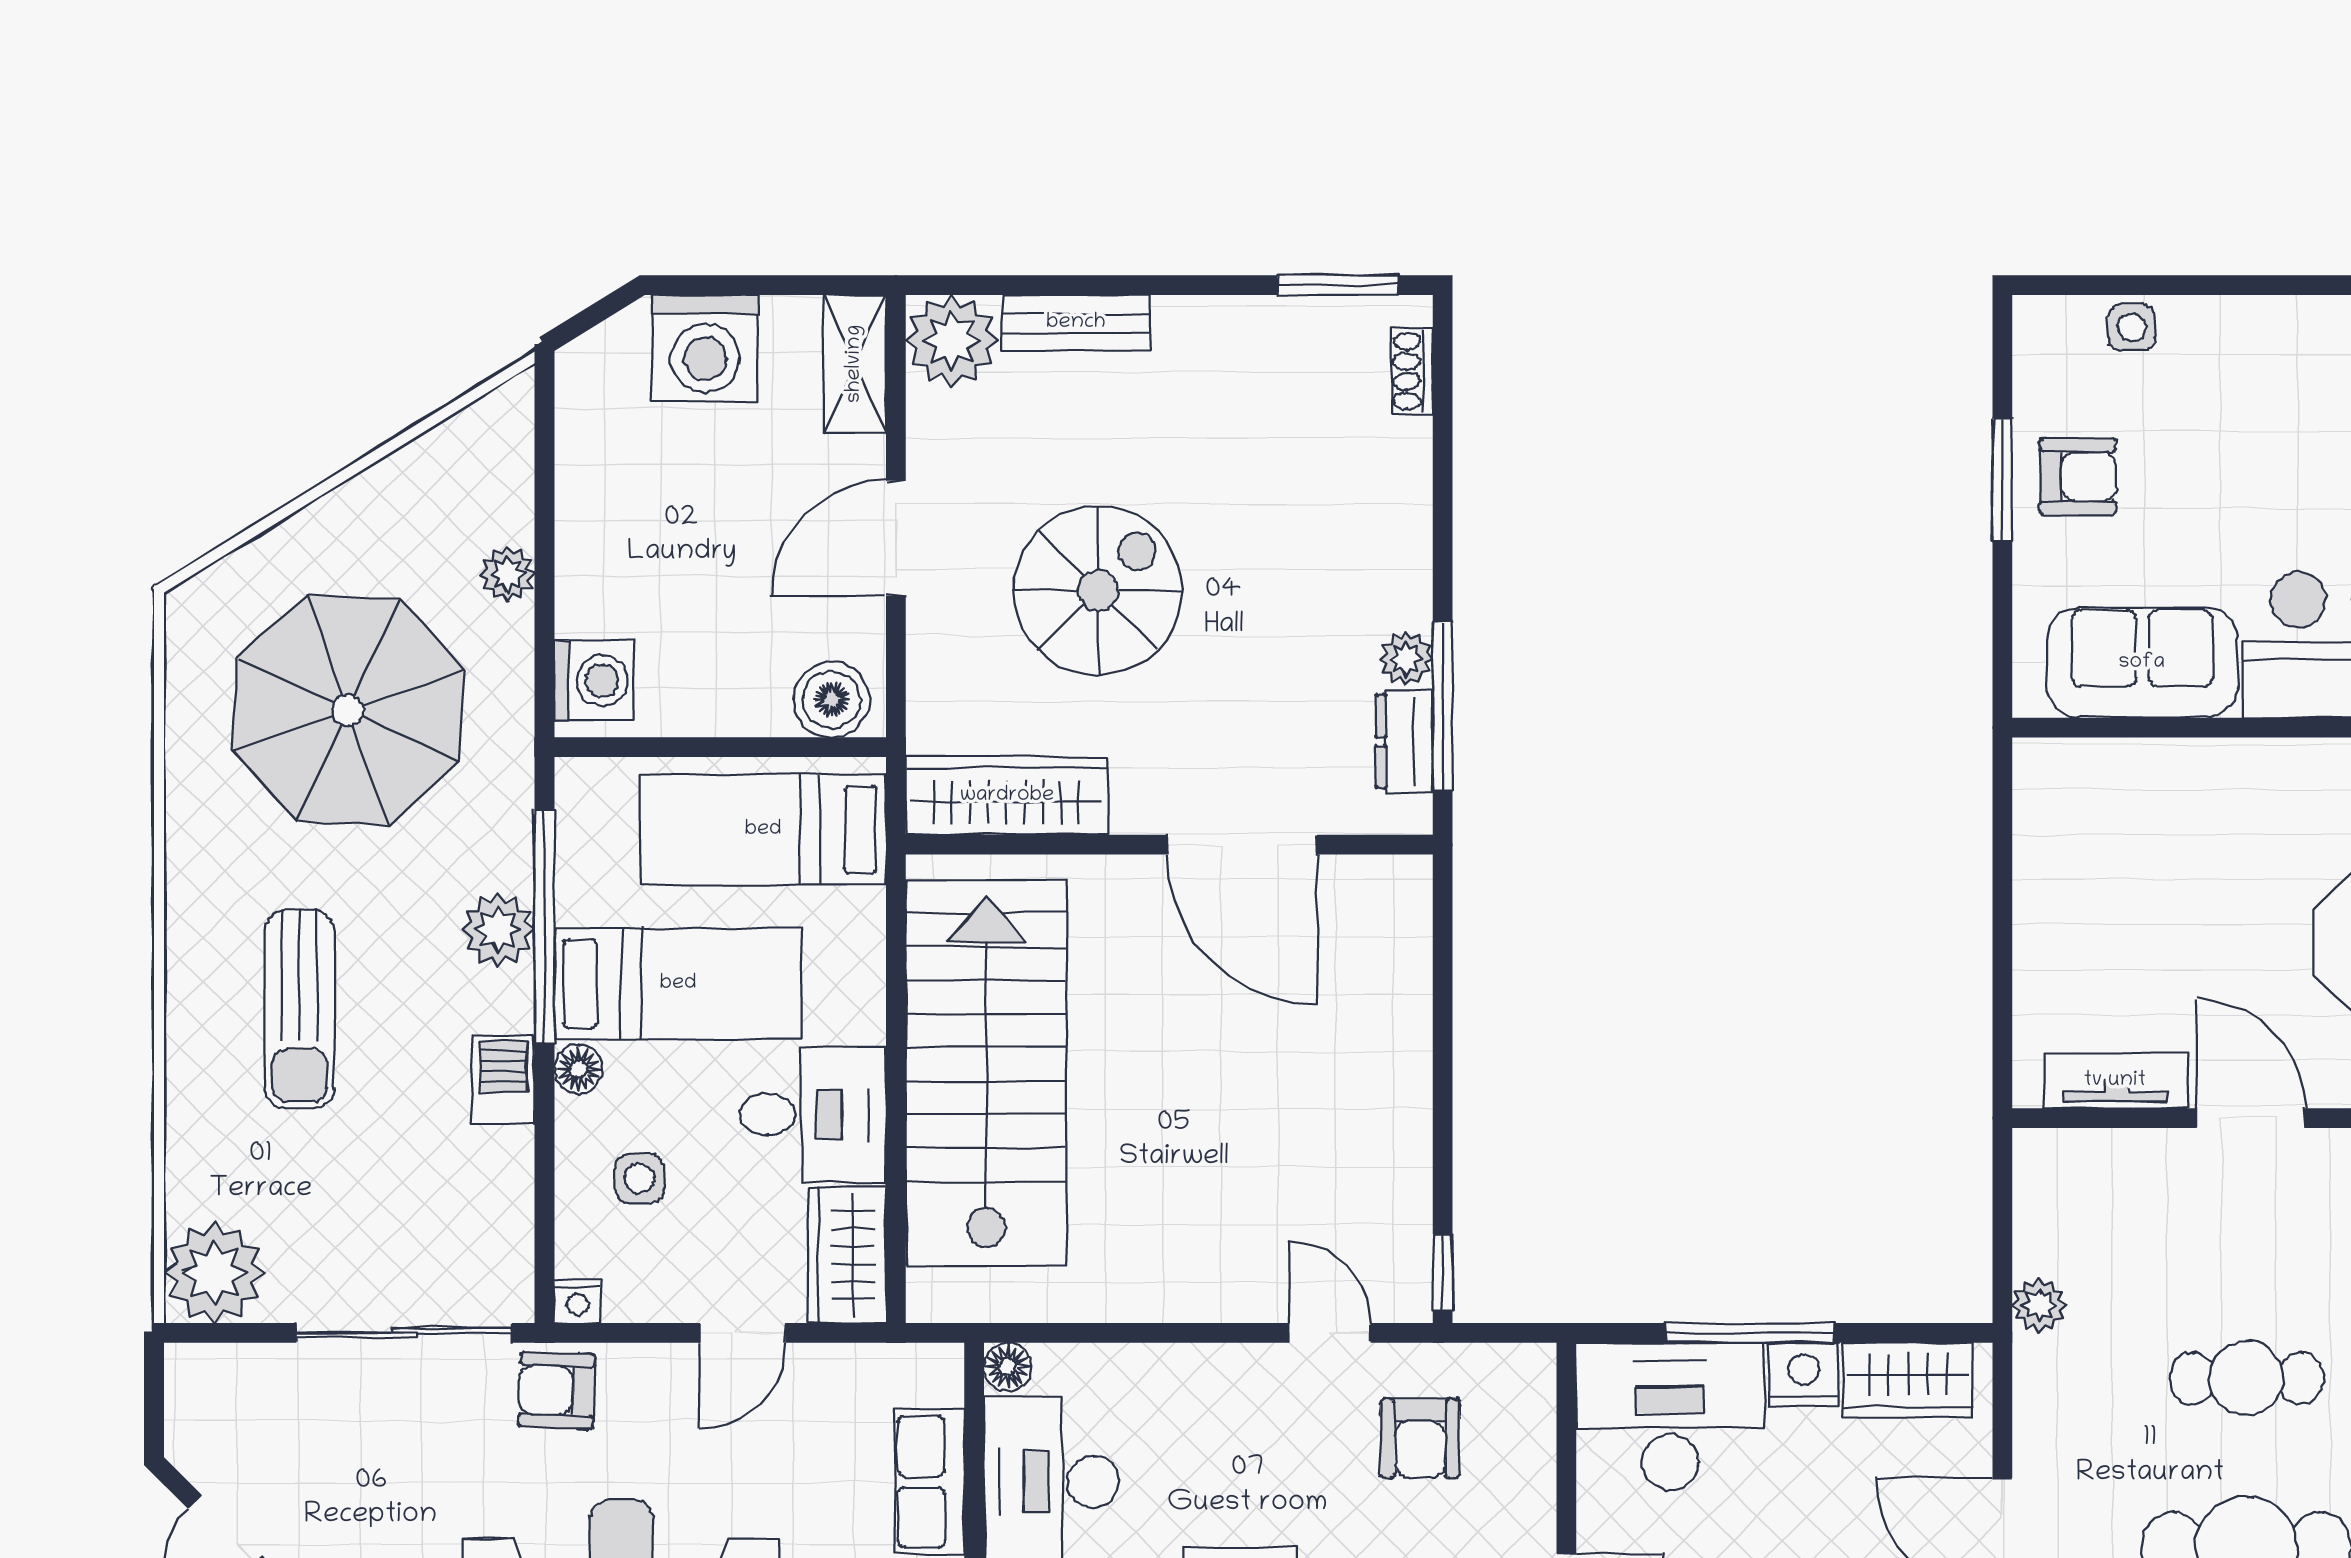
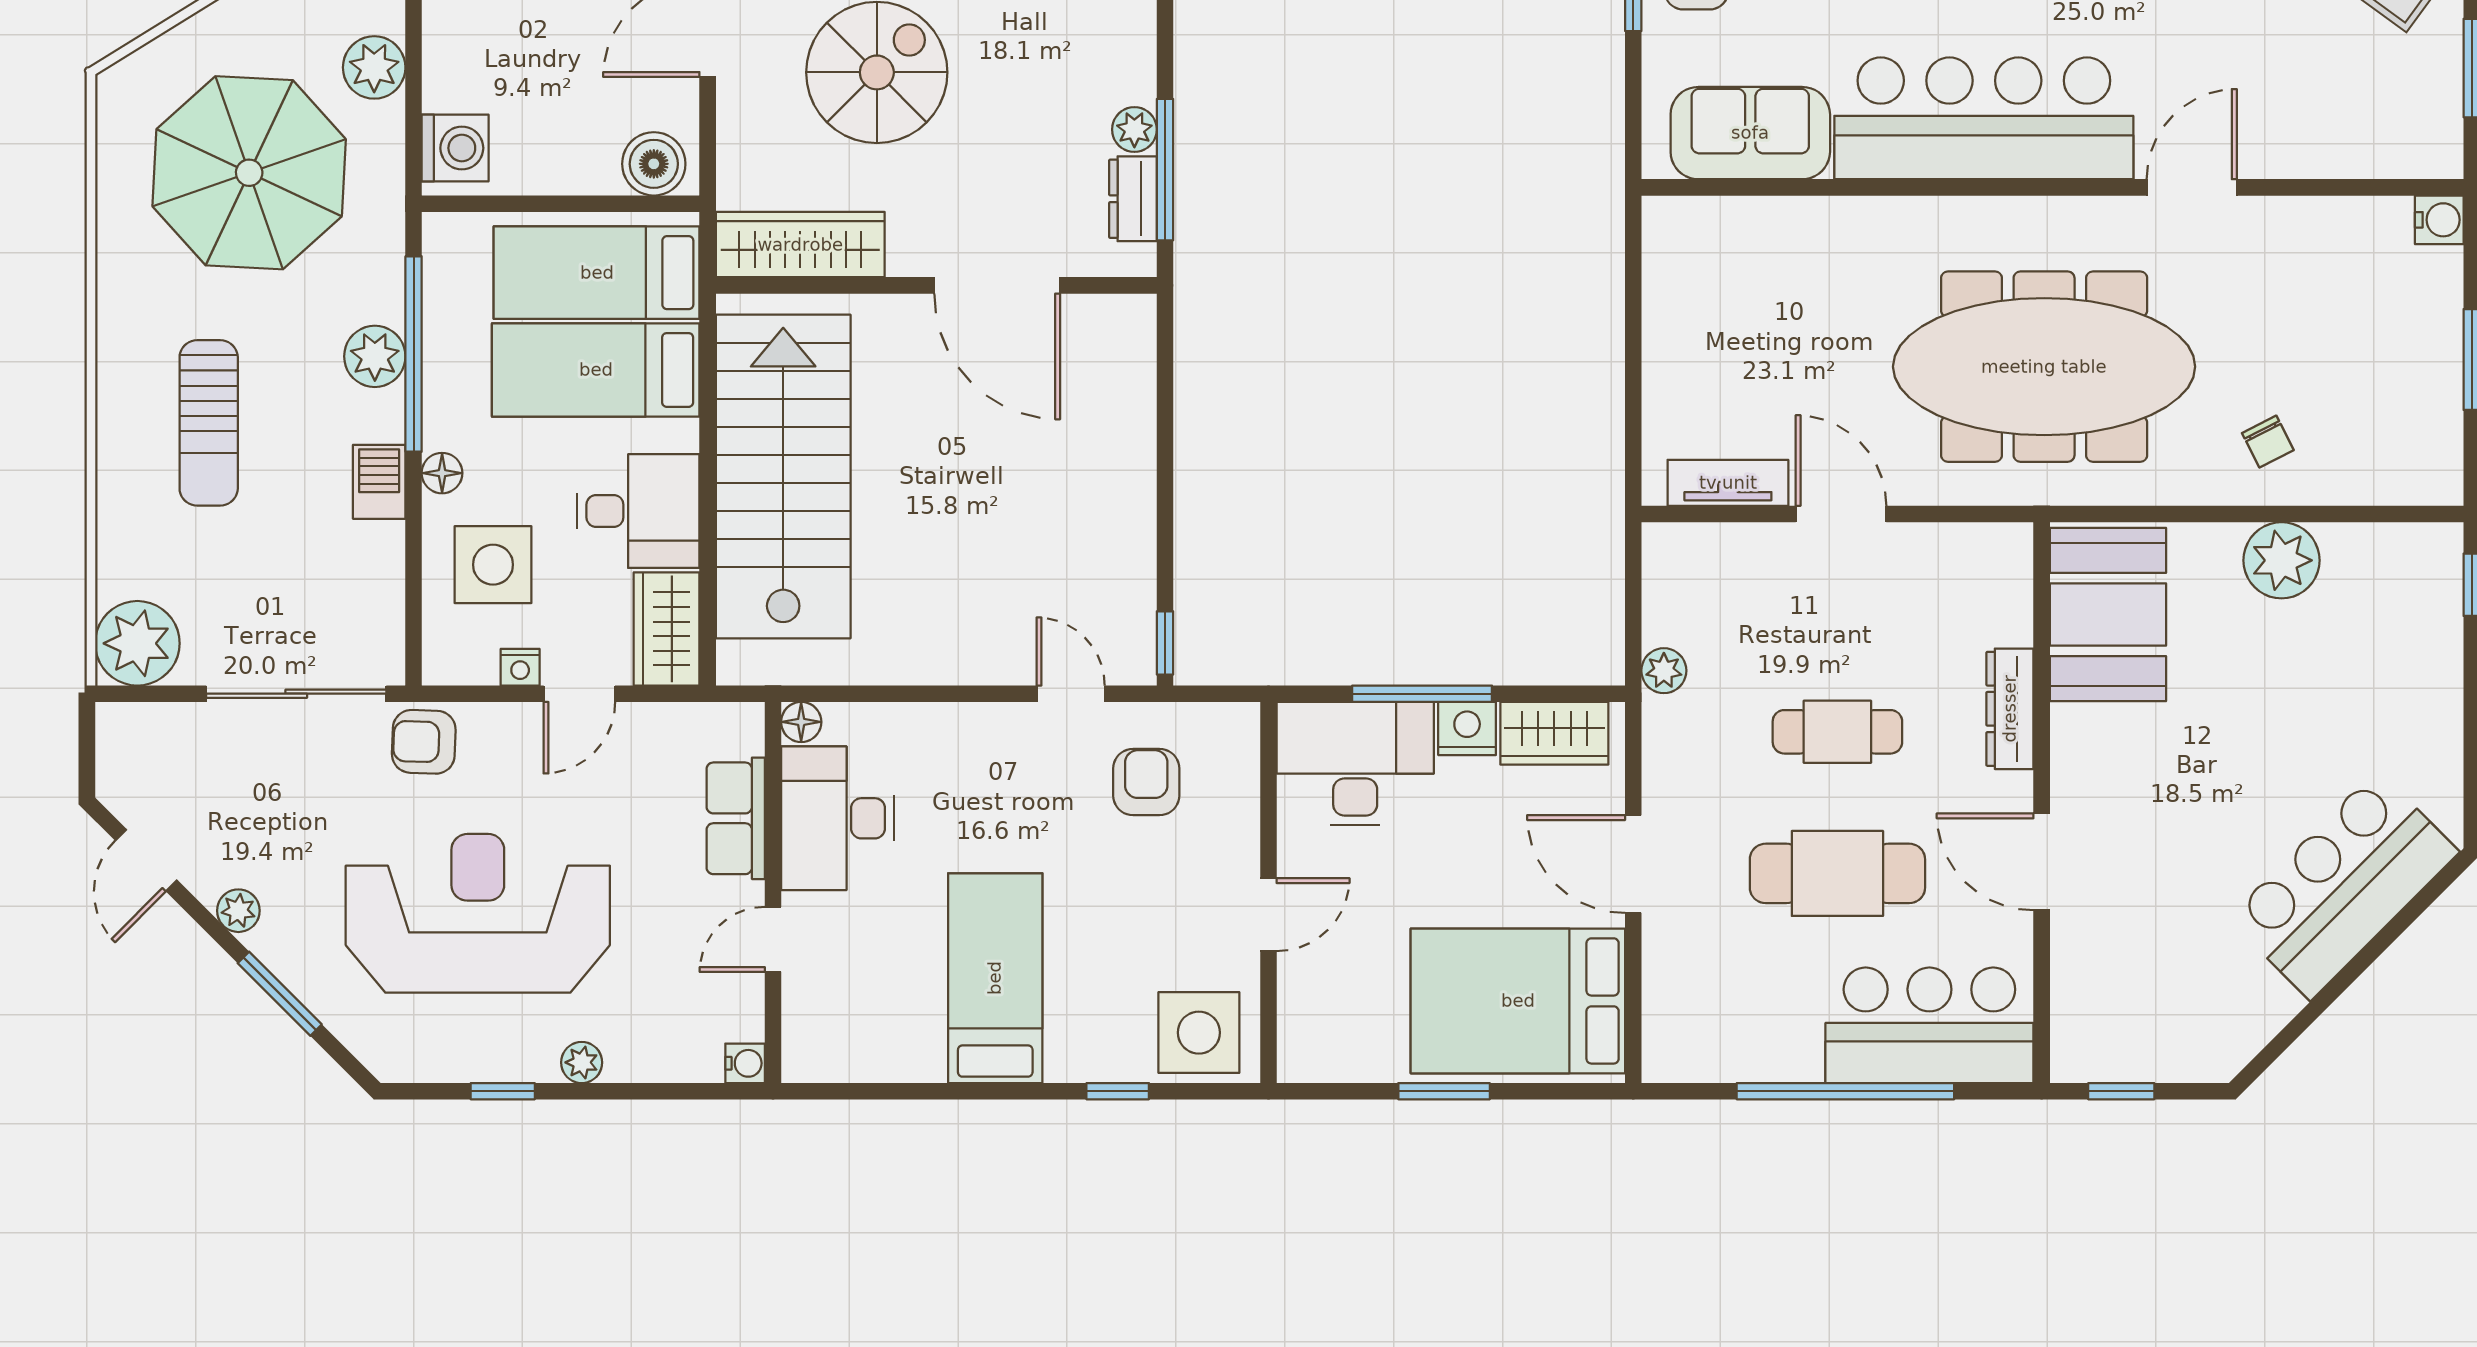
plant: (508, 574) -> (374, 67), width x1.38, depth x1.38
bed: (678, 984) -> (596, 370), moved, turned 180
side table: (639, 1179) -> (493, 565), width x1.87, depth x1.87
nightstand: (578, 1301) -> (520, 667), moved
armchair: (1420, 1438) -> (1146, 782), turned 180

